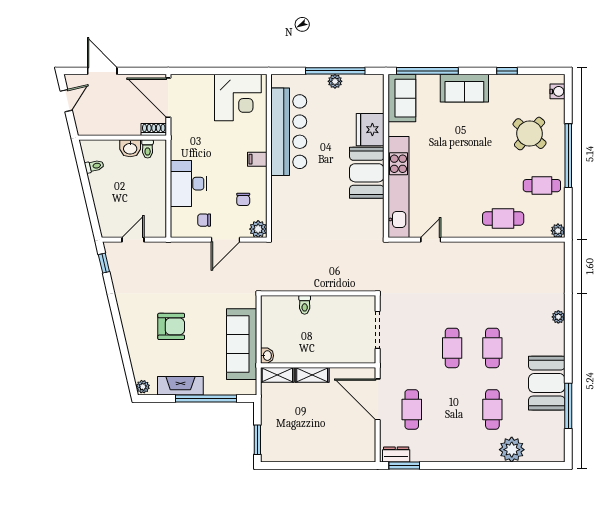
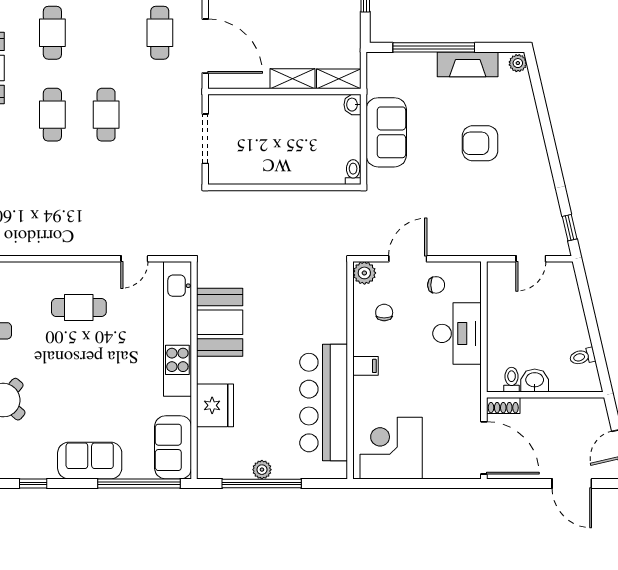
booth: (367, 173) -> (220, 322), moved
cafe table: (503, 219) -> (79, 308), moved
toilet: (305, 305) -> (353, 172), moved
sofa: (242, 344) -> (386, 132), width x0.73

